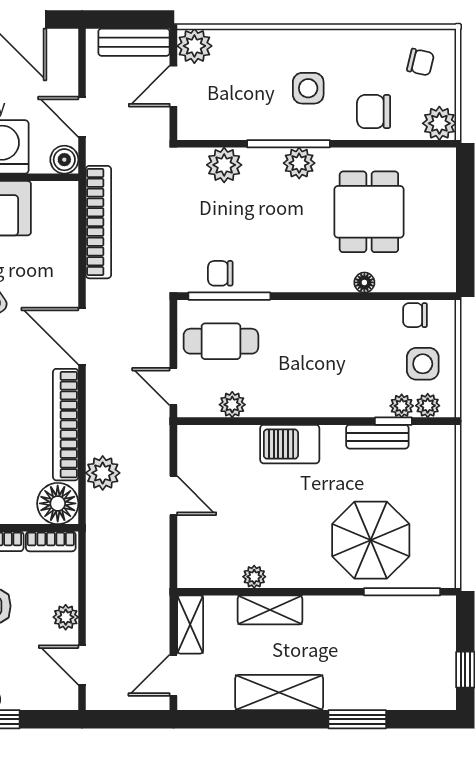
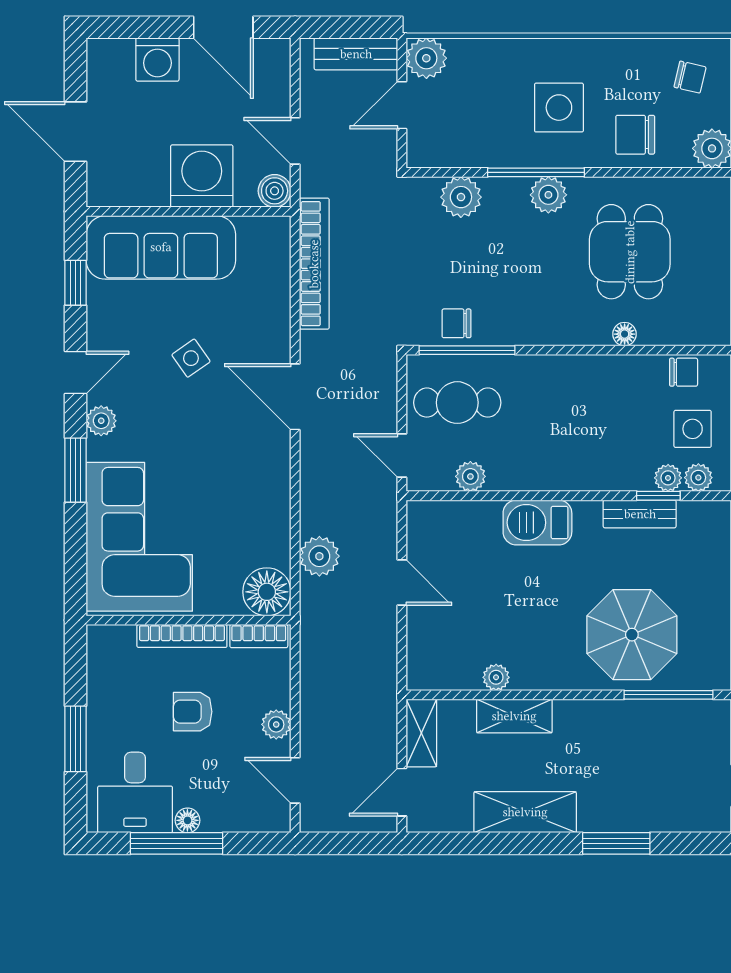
side table: (308, 88) -> (559, 108), width x1.37, depth x1.37
chair: (415, 315) -> (684, 372), turned 180
bookcase: (66, 425) -> (276, 500), removed

